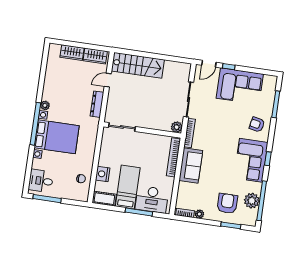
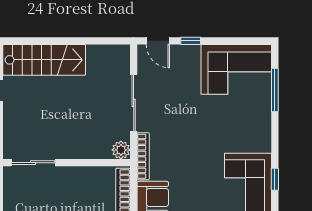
door: (209, 64) -> (158, 41), hinge flipped
corner sofa: (240, 86) -> (236, 69), moved
armchair: (257, 125) -> (249, 127), removed

